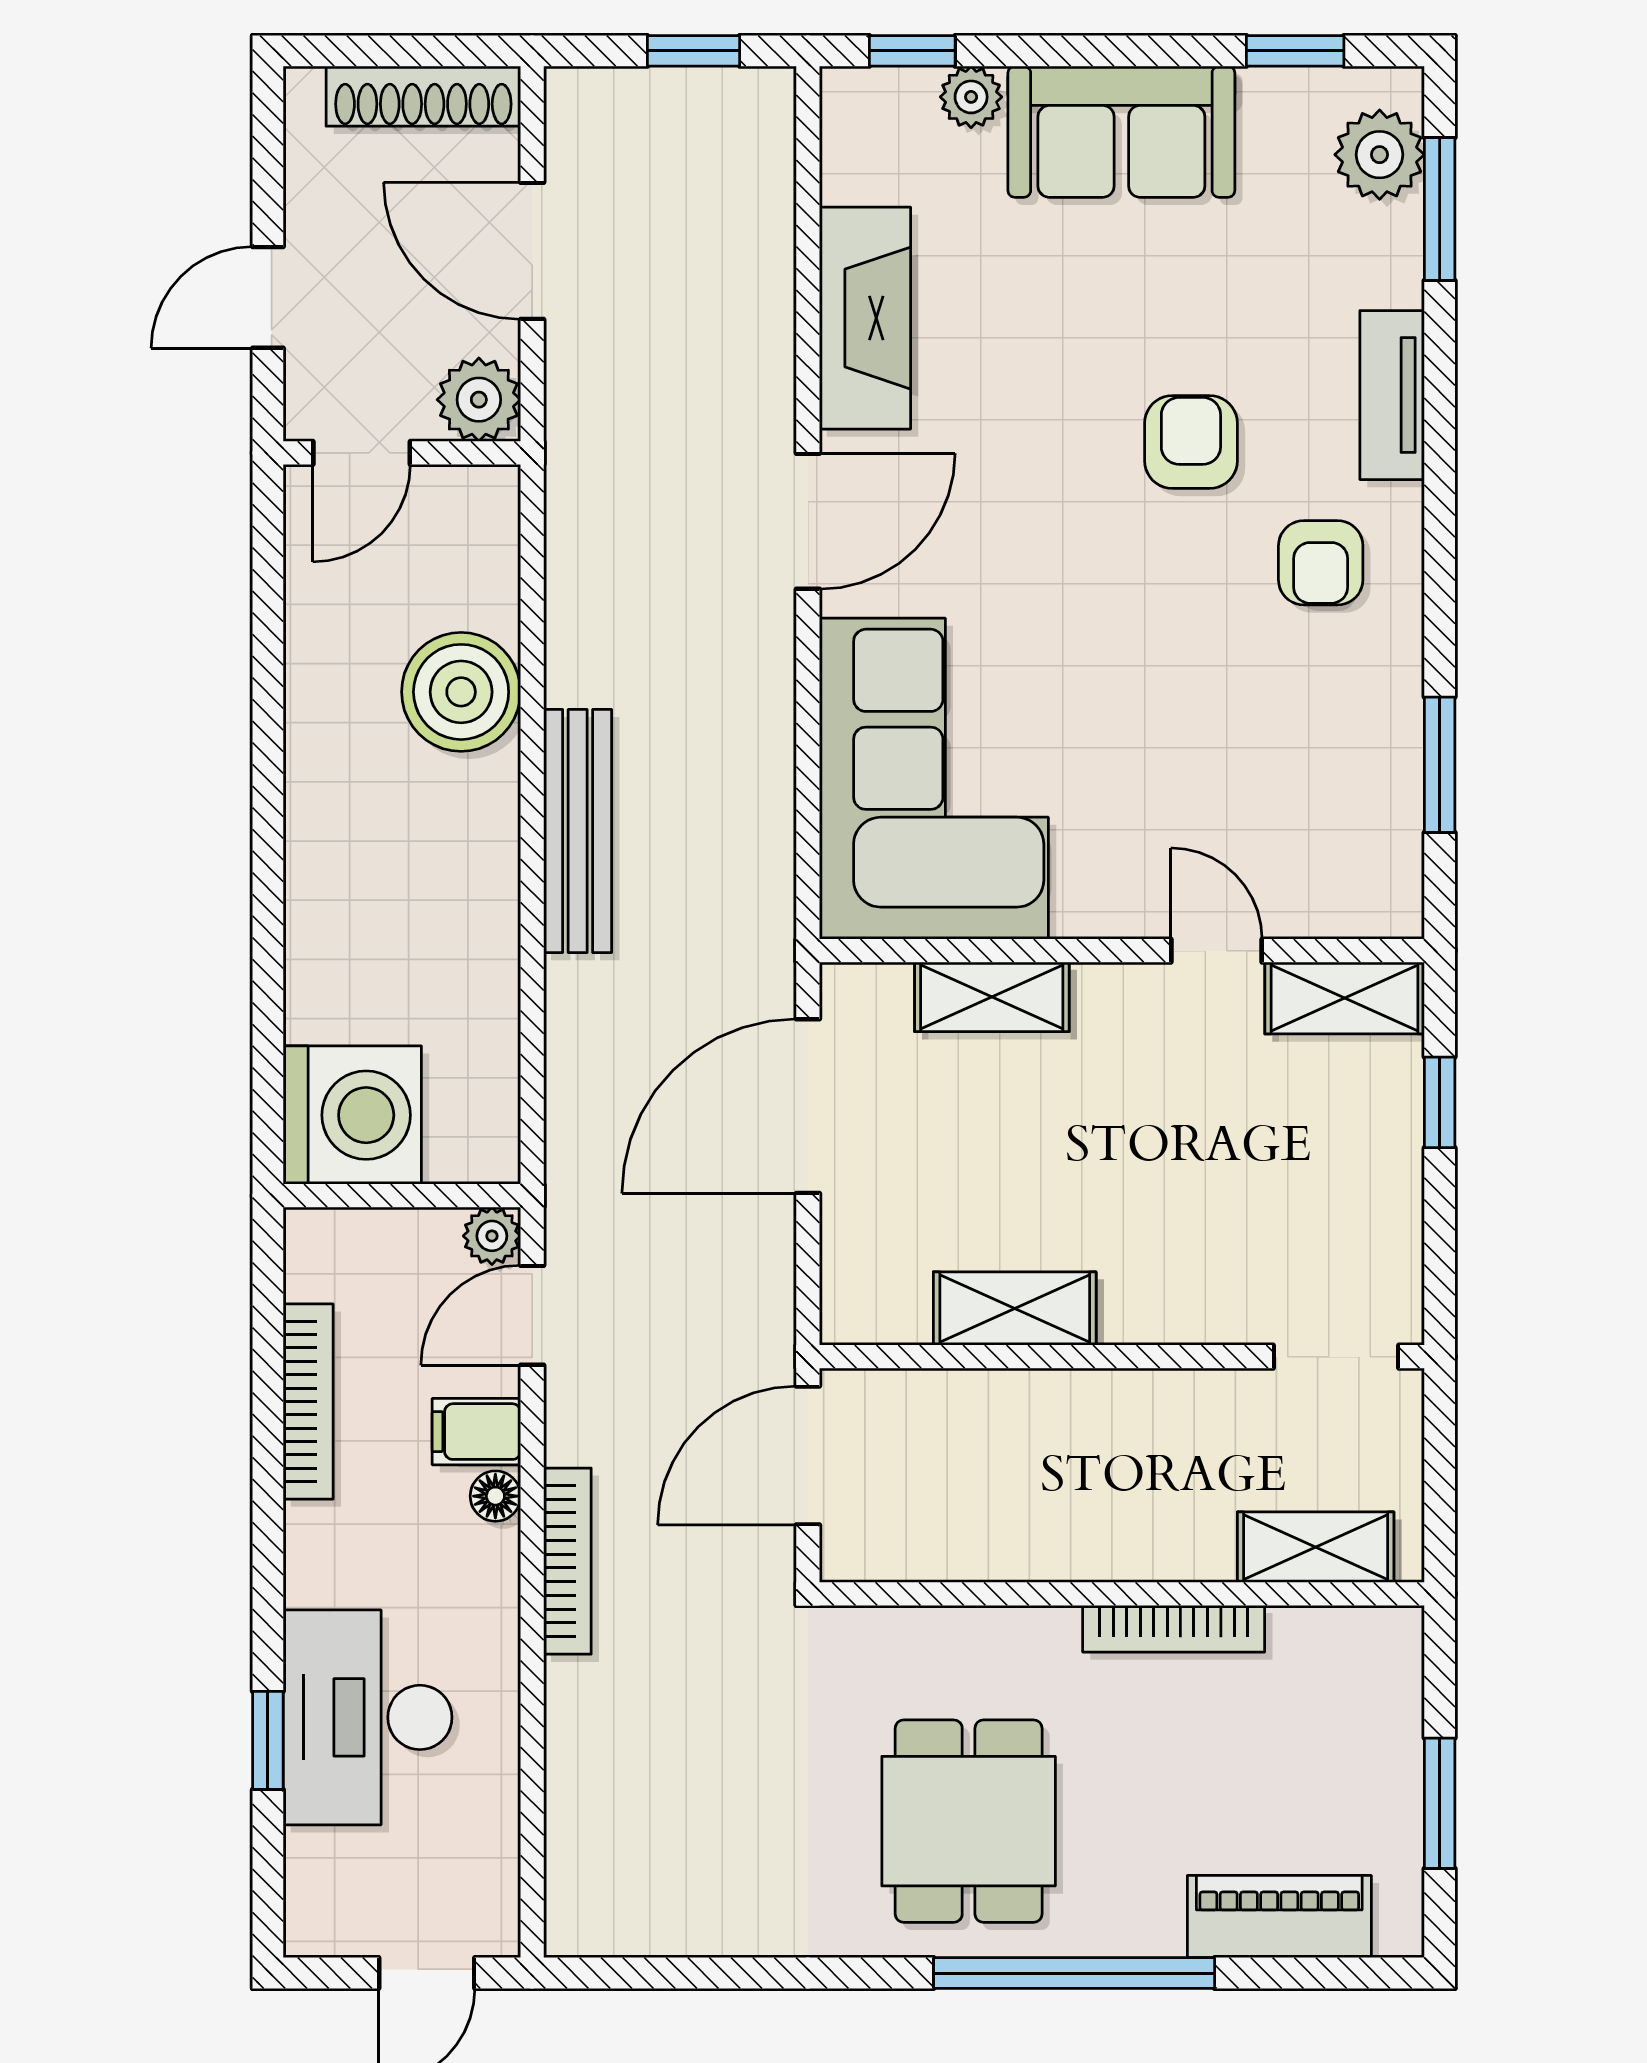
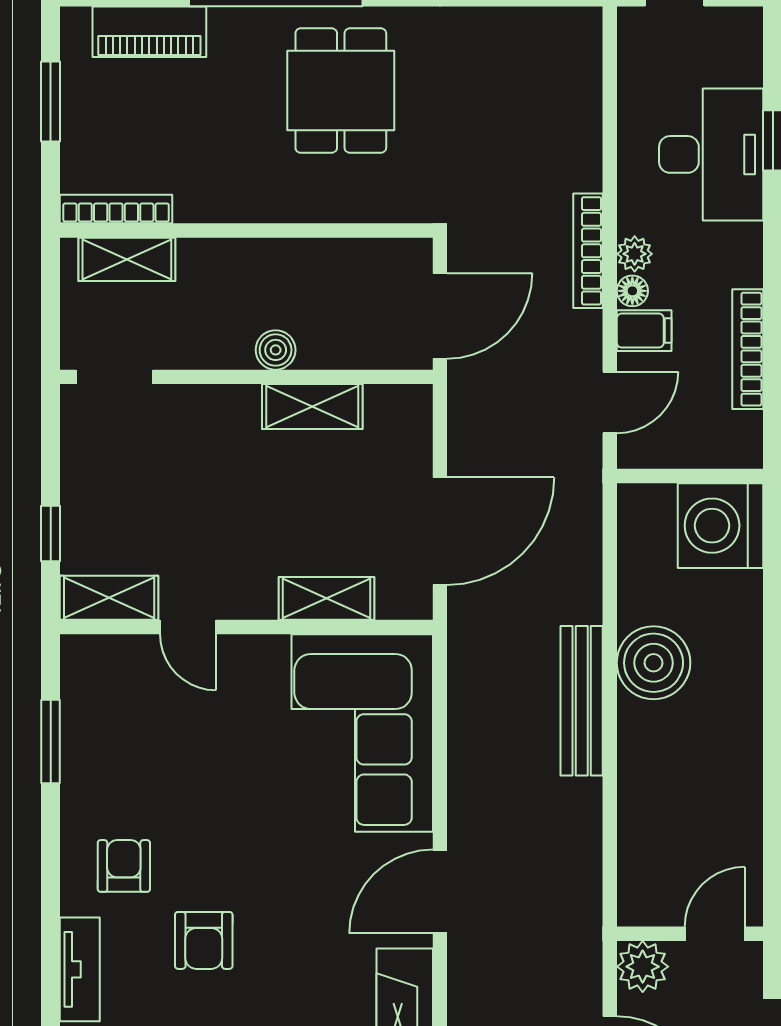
boiler: (461, 692) -> (654, 663), moved
plant: (492, 1236) -> (635, 254), moved
boiler: (1074, 1400) -> (276, 350), added
bookcase: (1174, 1629) -> (116, 209), moved

